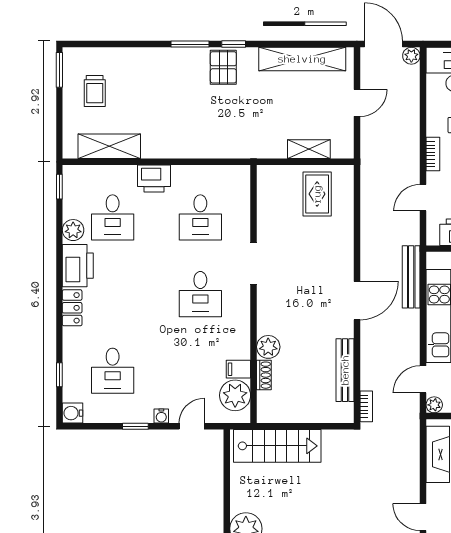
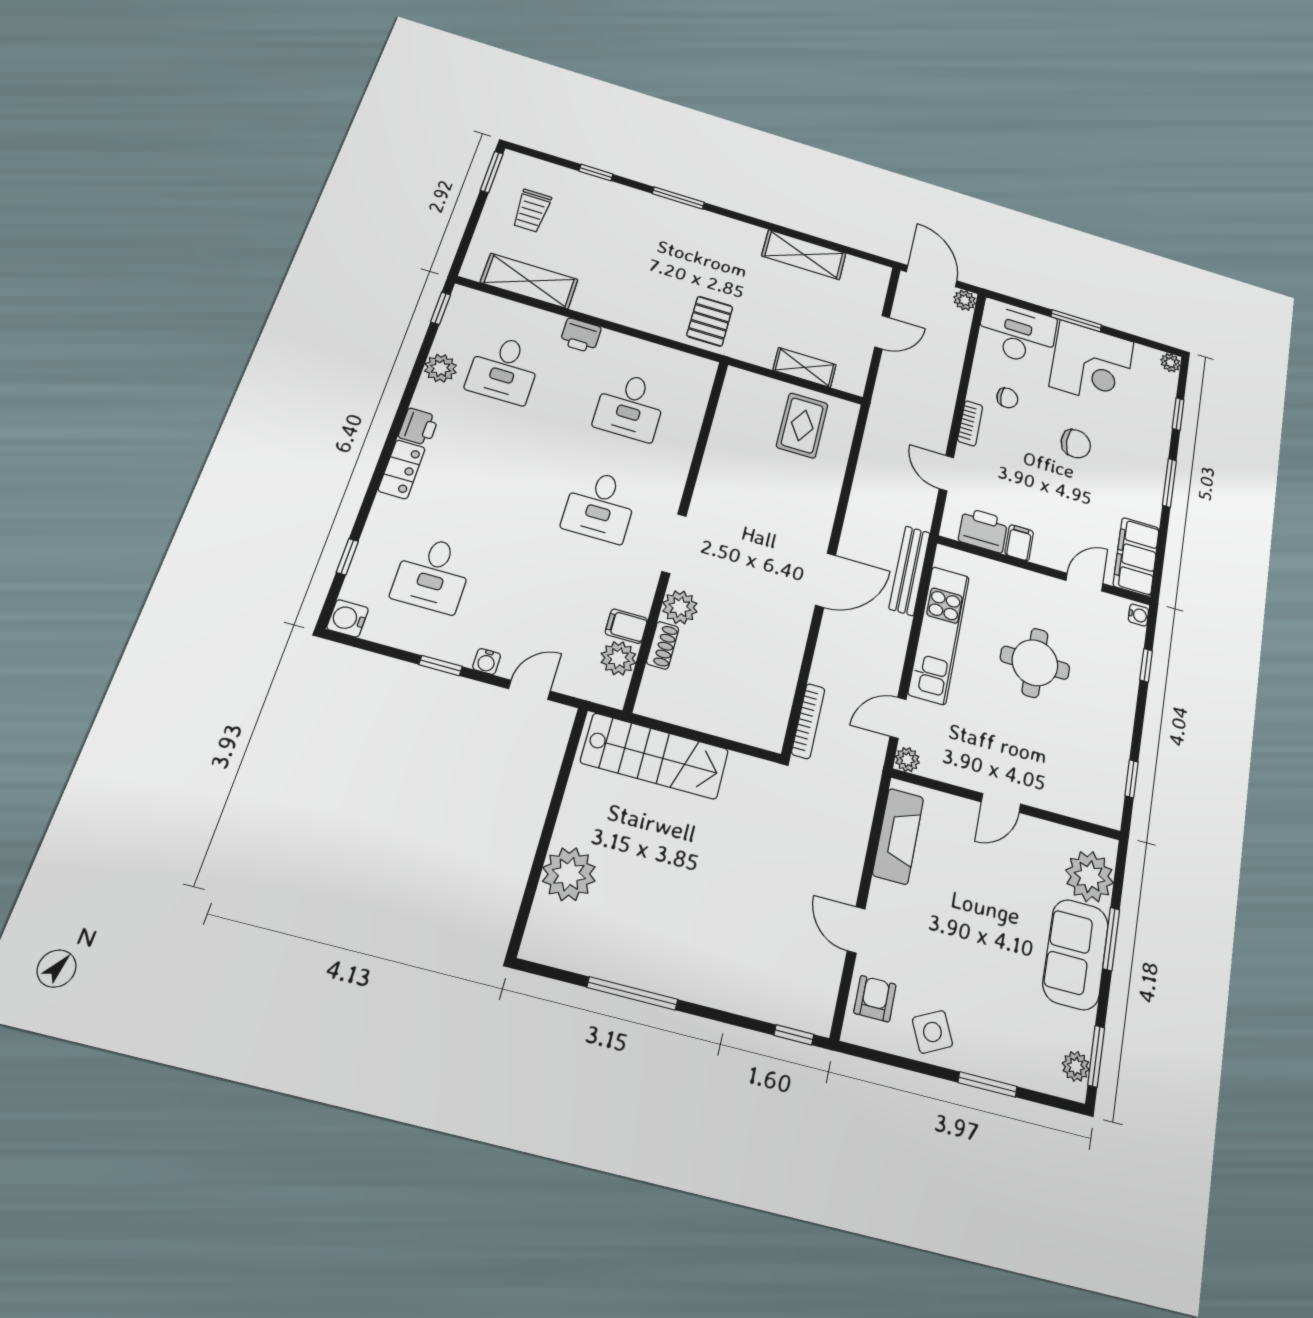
window: (234, 44) -> (596, 173), moved
shelving: (302, 59) -> (804, 255), width x0.68
pallet: (223, 67) -> (710, 321), moved
printer: (154, 179) -> (581, 335), width x0.73, depth x0.81
door: (423, 198) -> (946, 473), hinge flipped
doorway: (254, 263) -> (674, 544), moved
printer: (78, 266) -> (418, 427), width x0.53, depth x0.68
bench: (345, 370) -> (786, 672), removed
plant: (235, 395) -> (618, 658), width x0.73, depth x0.73
bookcase: (366, 406) -> (808, 721), width x1.56

